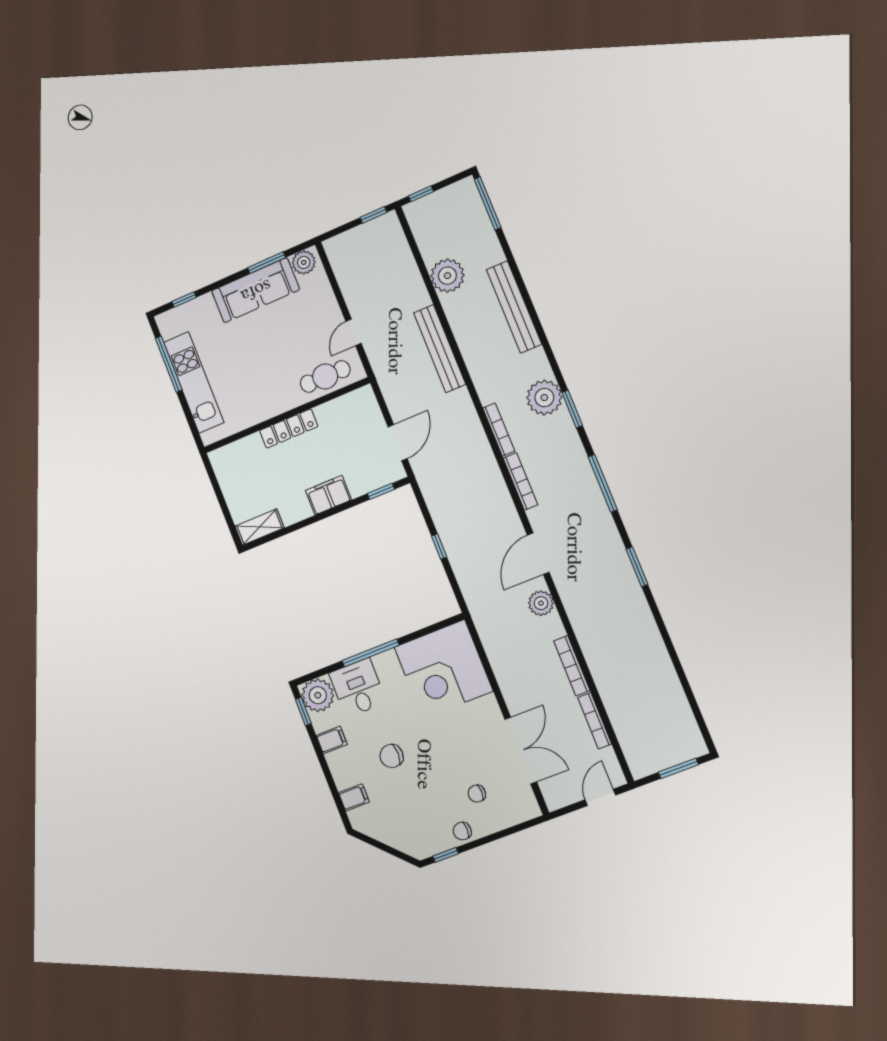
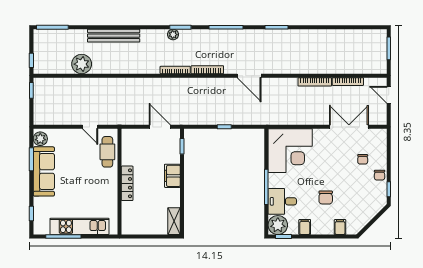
bench: (440, 349) -> (119, 84), removed
plant: (544, 398) -> (173, 35), width x0.53, depth x0.53
plant: (541, 603) -> (276, 85), removed

